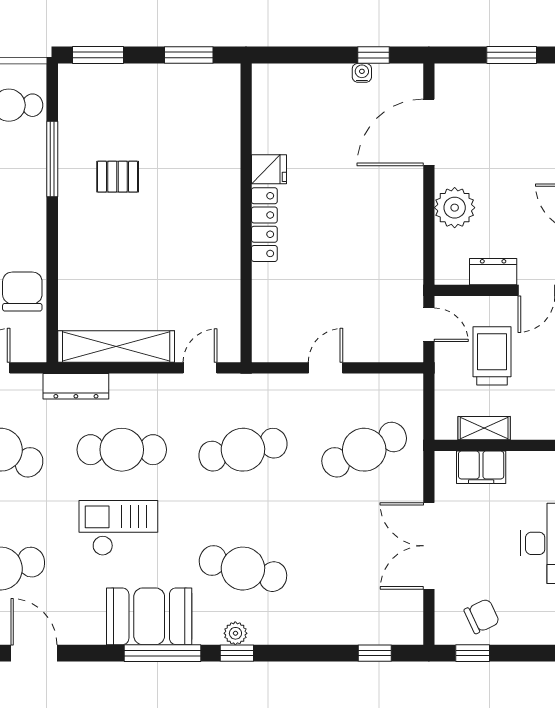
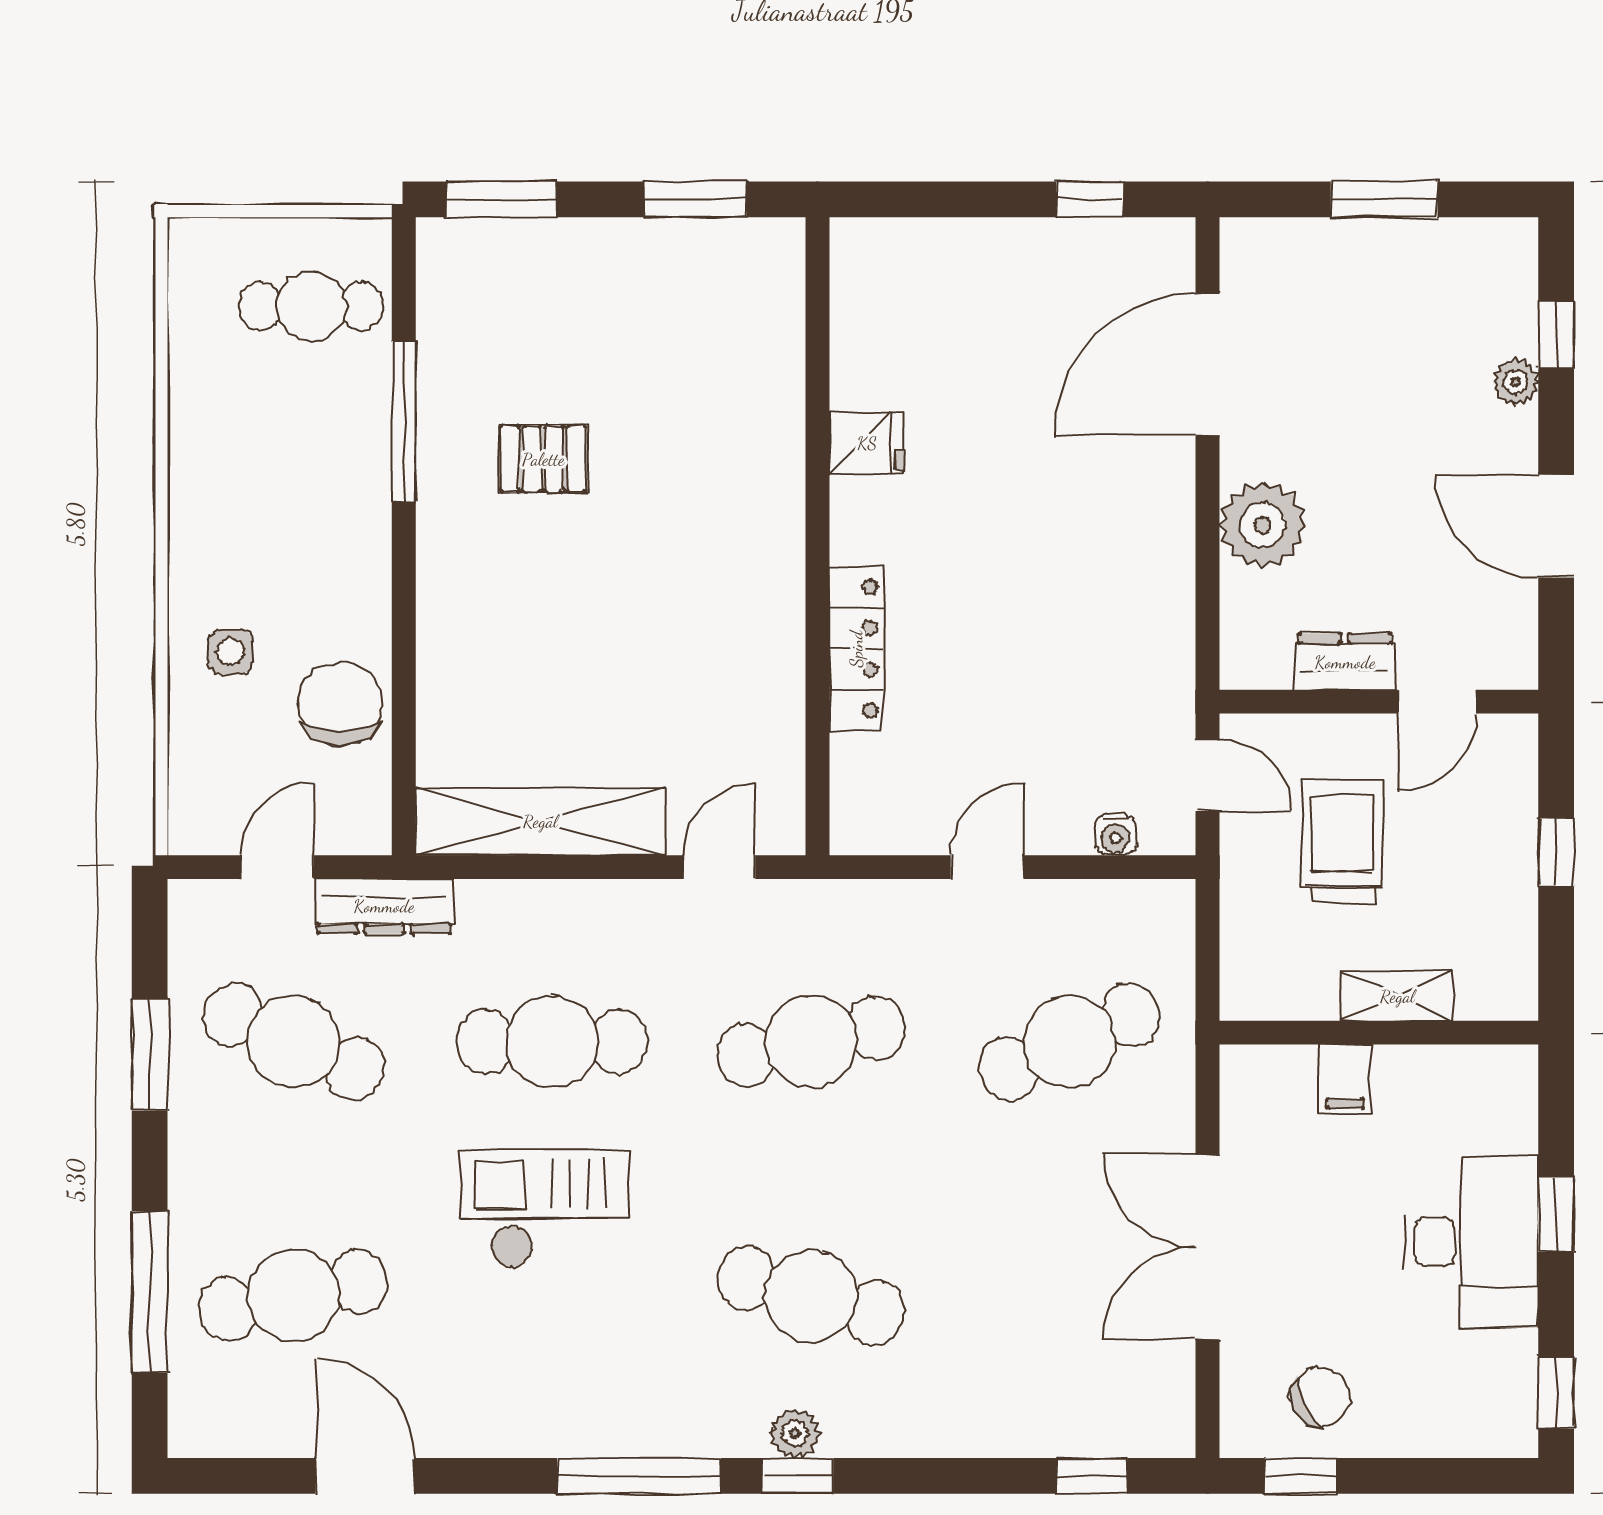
water cooler: (362, 73) -> (1115, 835), moved, turned 180
locker: (264, 225) -> (856, 649), moved
dresser: (76, 386) -> (384, 906), moved
shelving: (484, 428) -> (1397, 996), moved
filing cabinet: (481, 467) -> (1345, 1079), width x0.50
booth: (149, 616) -> (611, 1397), removed

